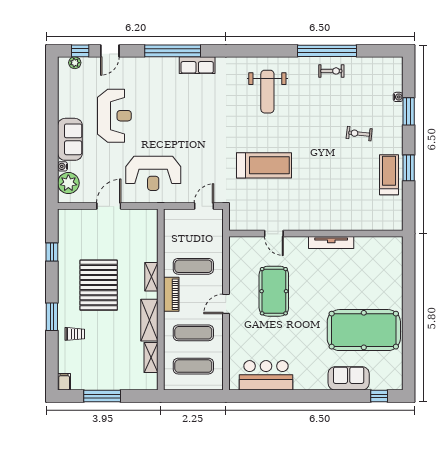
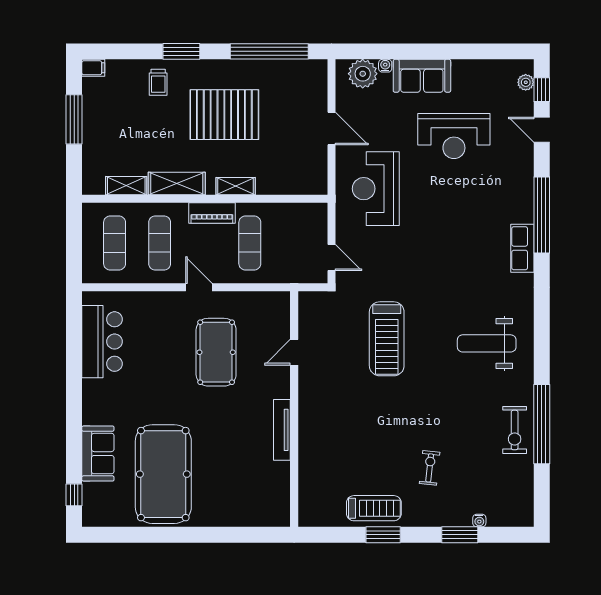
exercise bike: (331, 71) -> (515, 430), width x1.38, depth x1.39
window: (52, 252) -> (269, 51), width x3.17
pool table: (274, 291) -> (216, 352), turned 90

